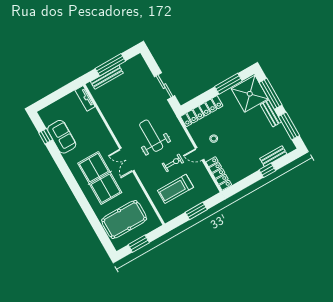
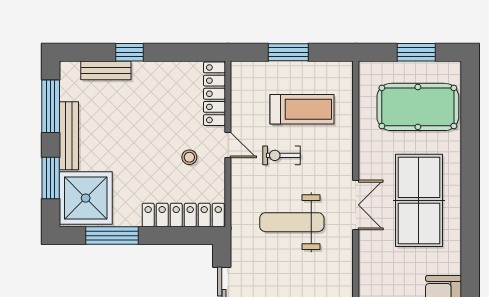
window: (271, 94) -> (51, 178), width x0.69
bench: (271, 113) -> (69, 136), width x1.36
weight bench: (151, 136) -> (292, 222), turned 90

